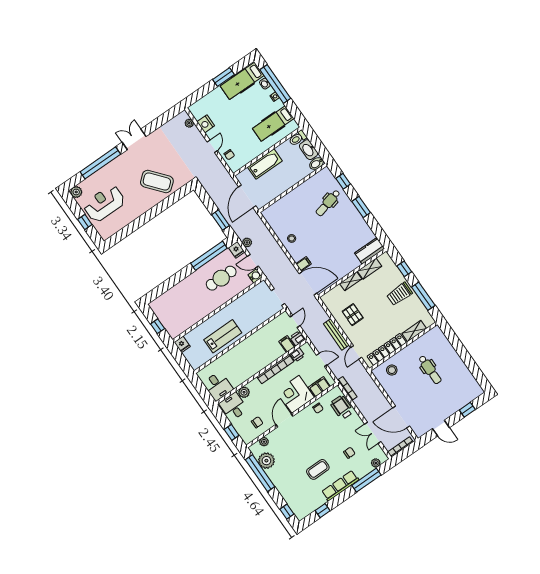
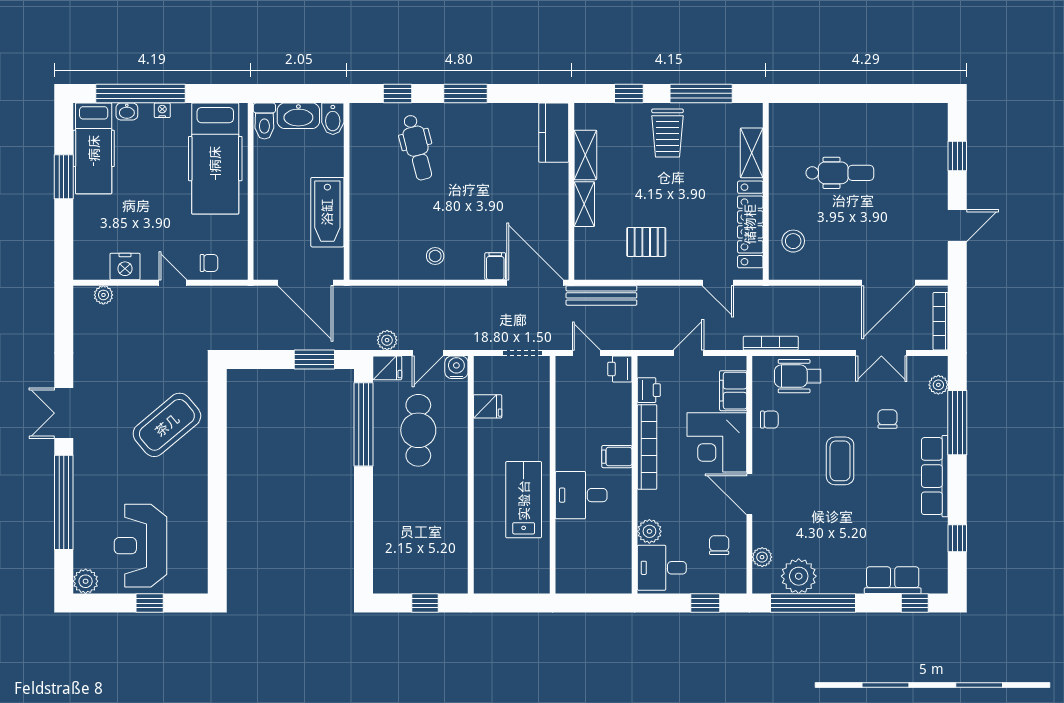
hospital bed: (273, 123) -> (215, 159), width x1.37, depth x1.29
bathtub: (265, 164) -> (327, 212), moved, turned 180
door: (308, 283) -> (535, 283), hinge flipped
bench: (336, 334) -> (601, 295), moved
fridge: (182, 344) -> (488, 406), moved
filing cabinet: (287, 344) -> (617, 457), moved
desk: (218, 386) -> (581, 495), moved, turned 180
coffee table: (318, 469) -> (840, 461), moved
row of seats: (290, 497) -> (893, 580), added

